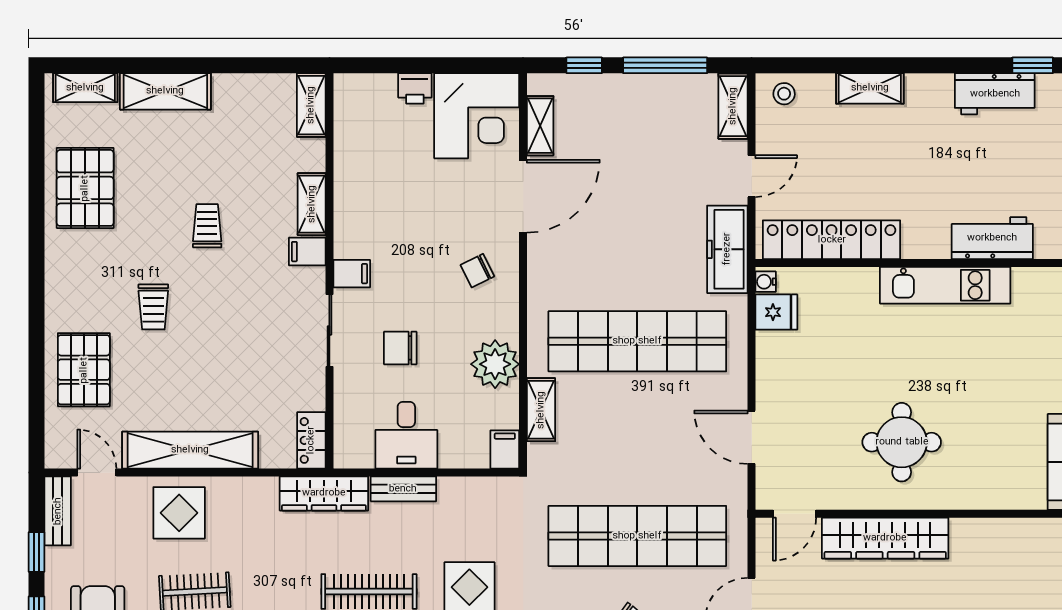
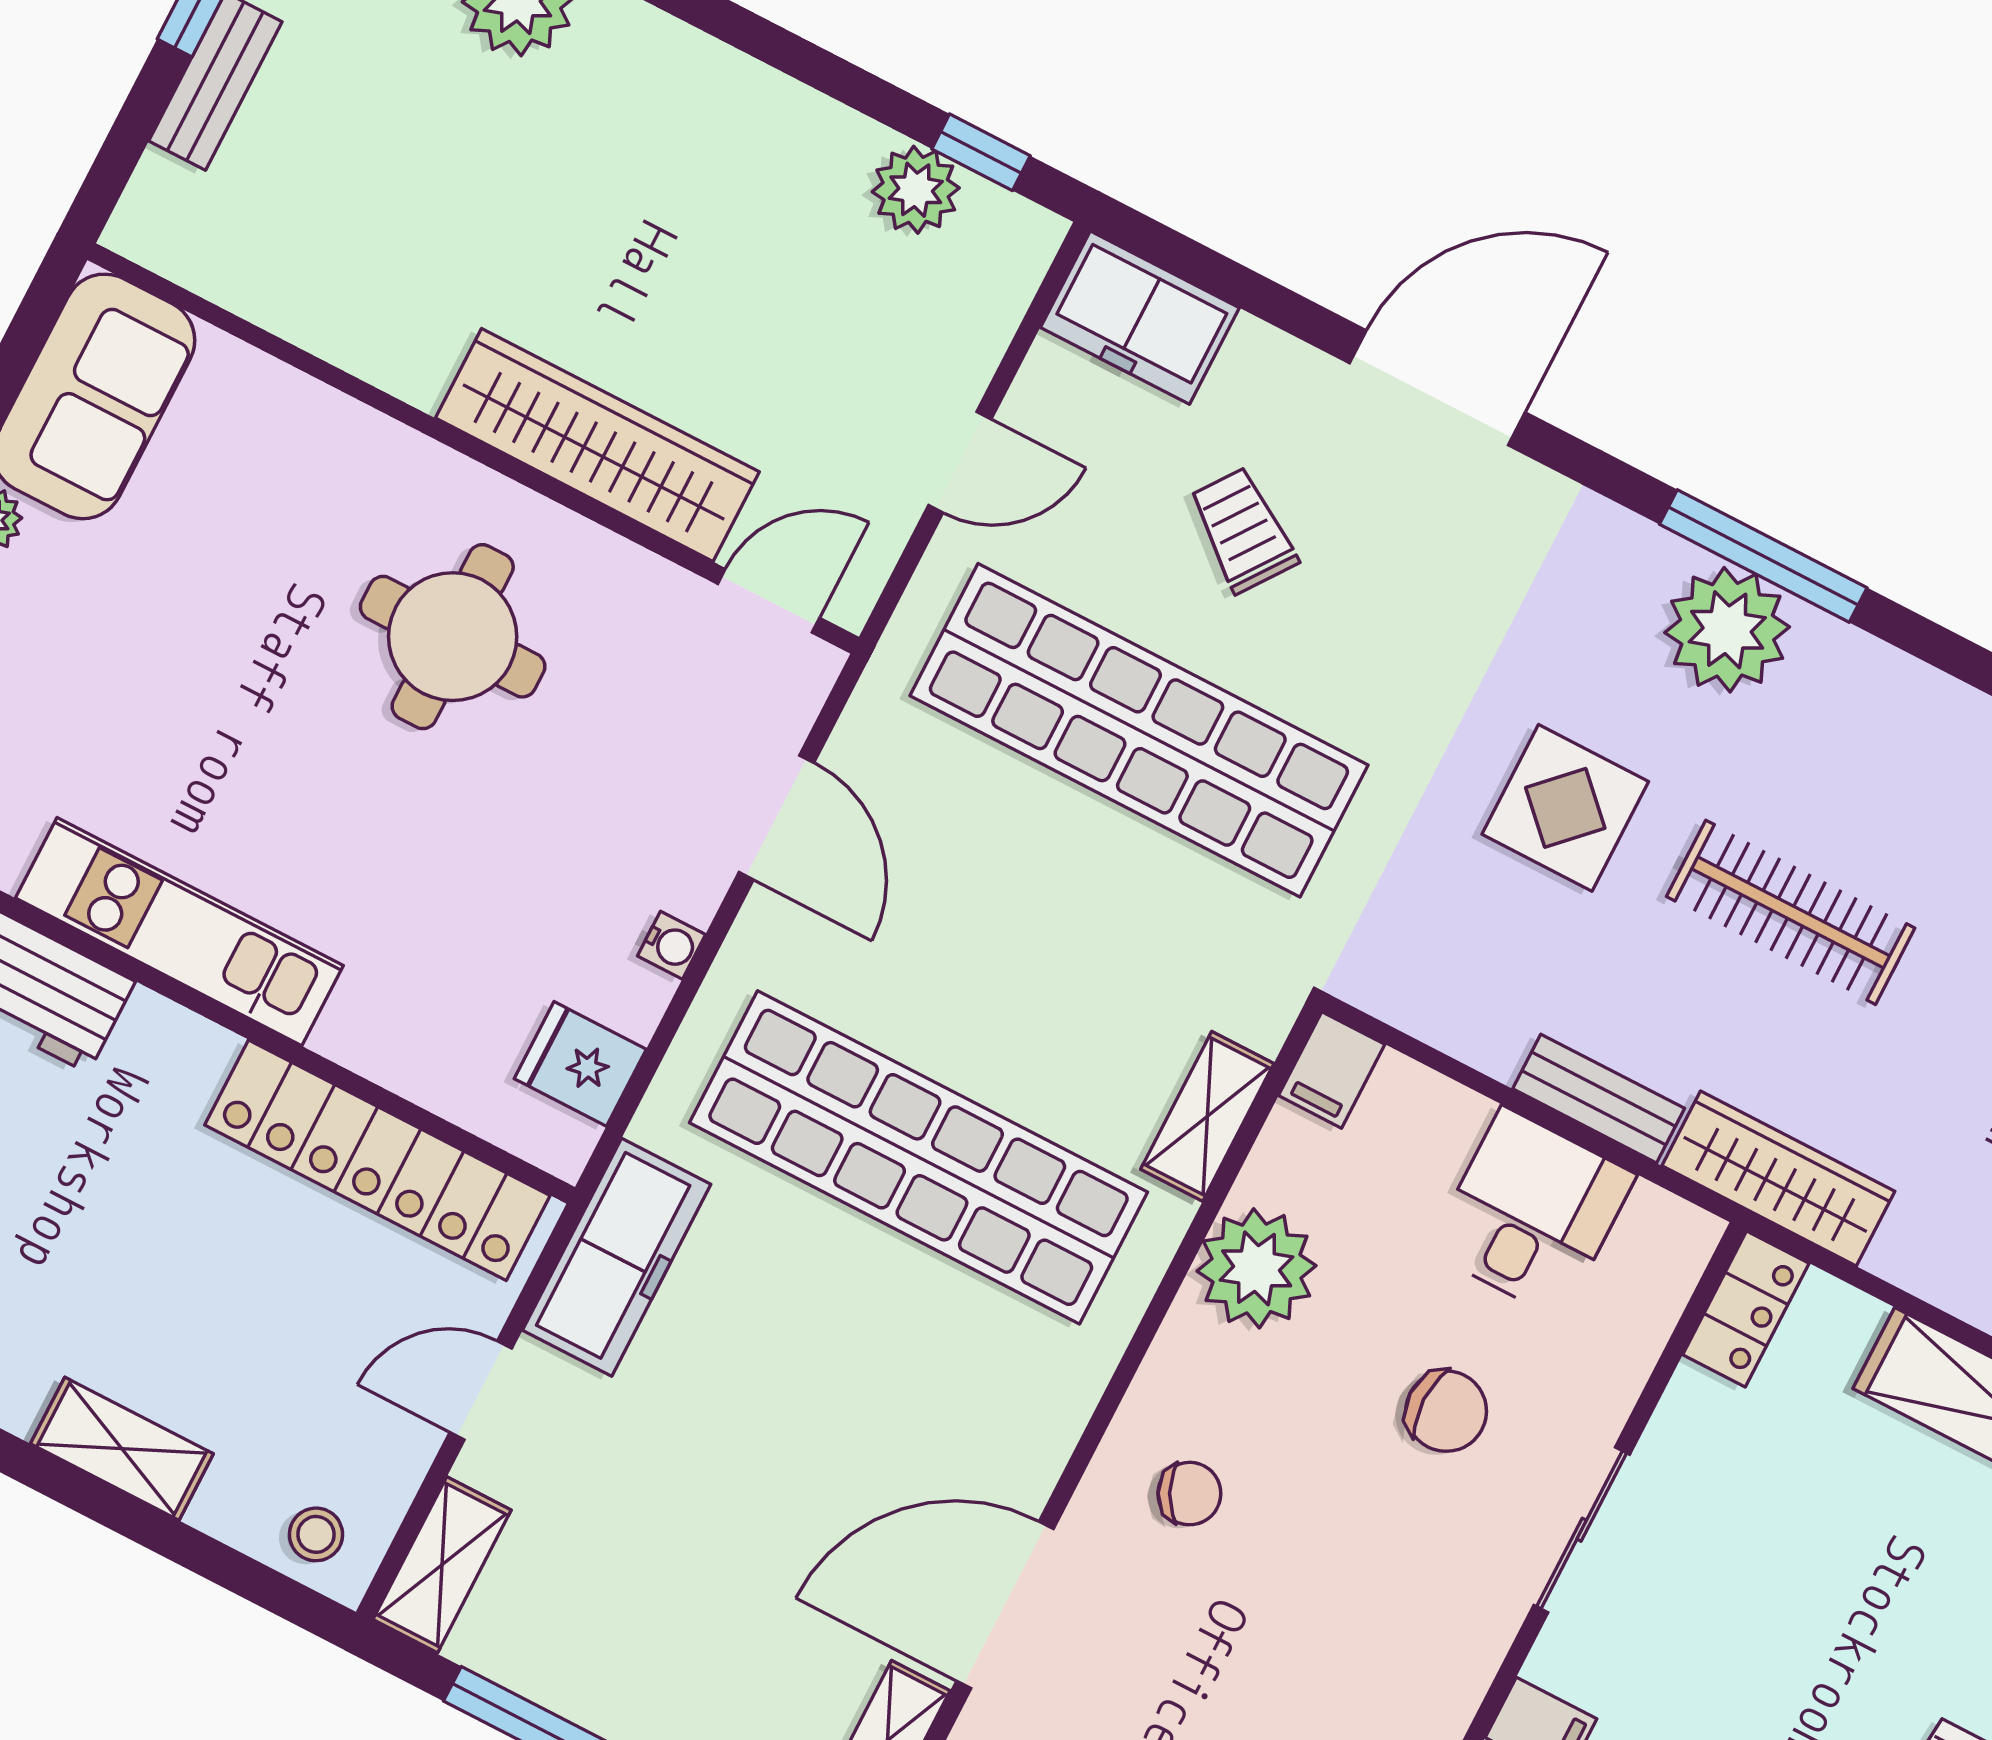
filing cabinet: (352, 274) -> (1469, 1629), removed
water cooler: (766, 282) -> (671, 945), moved

